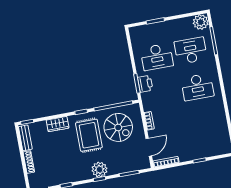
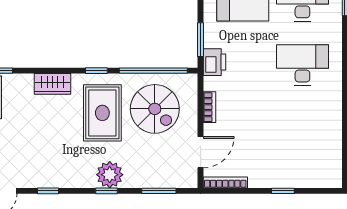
printer: (145, 84) -> (214, 62), moved
desk: (197, 87) -> (302, 65), turned 180

